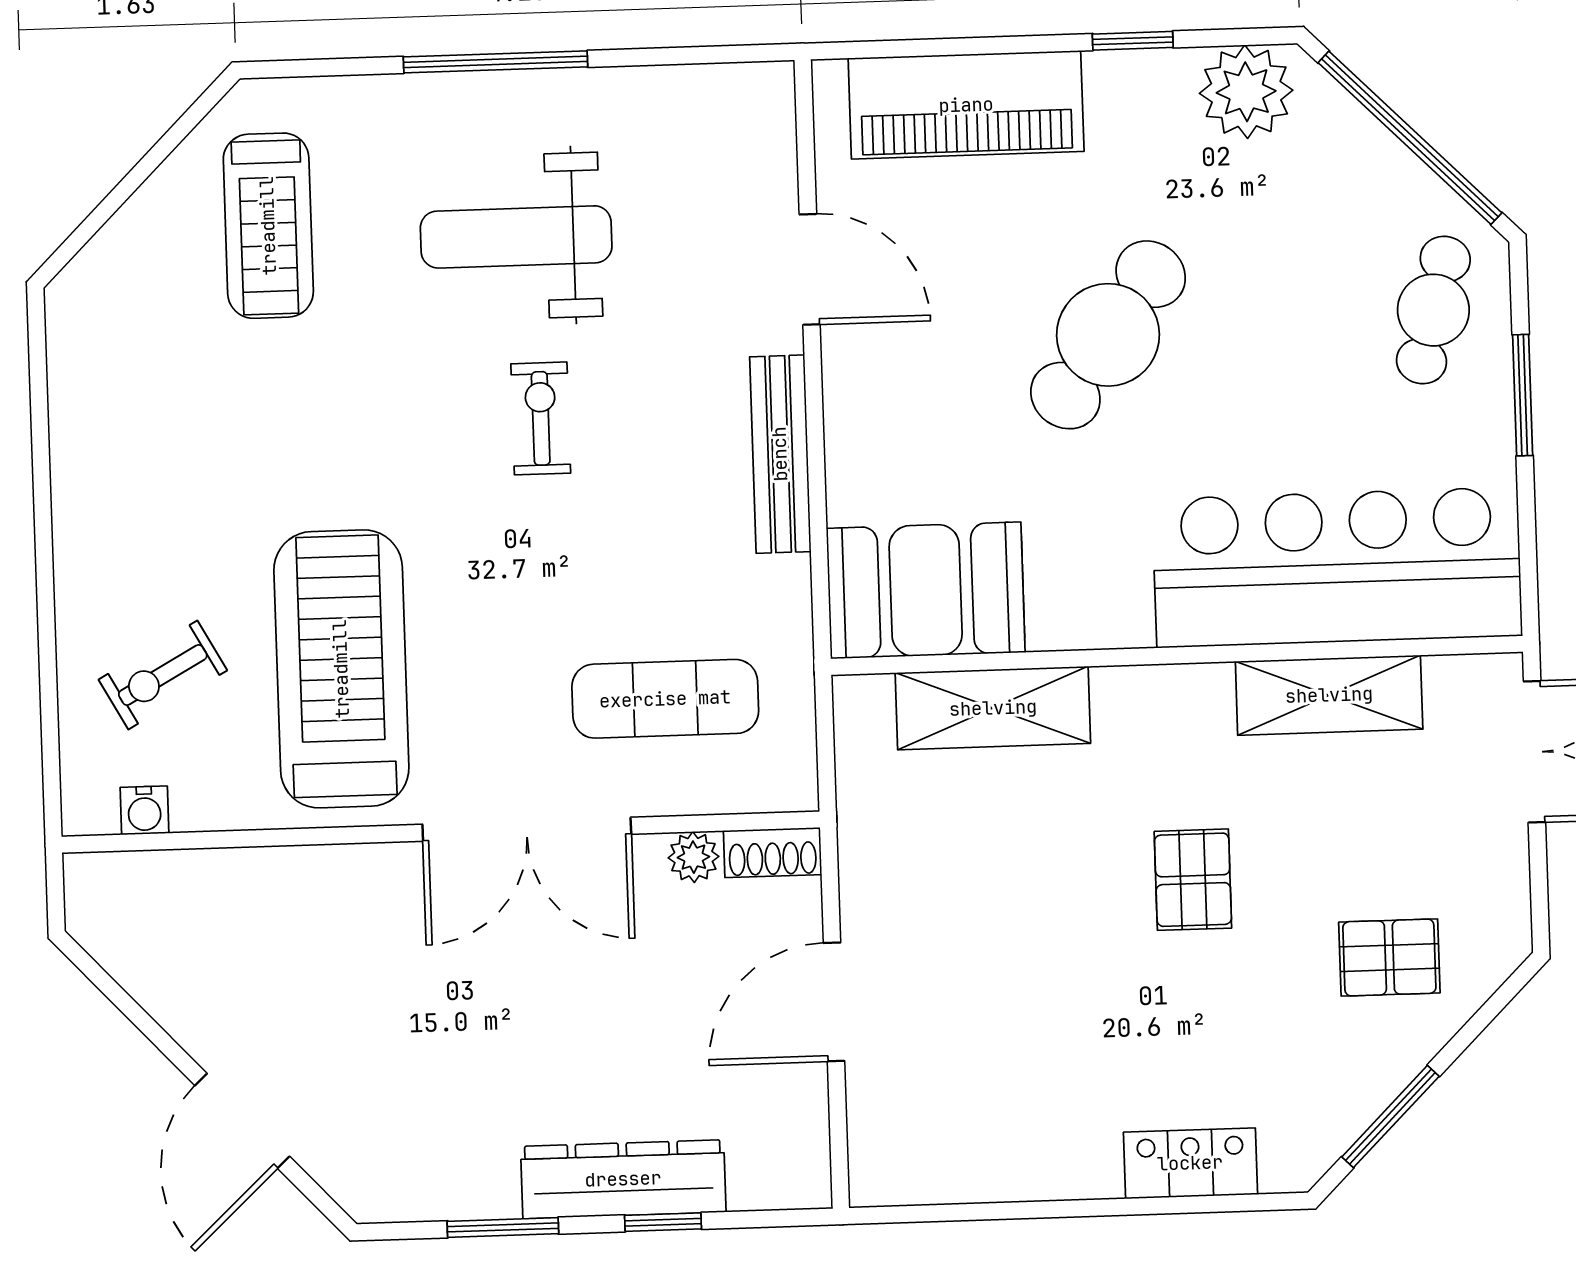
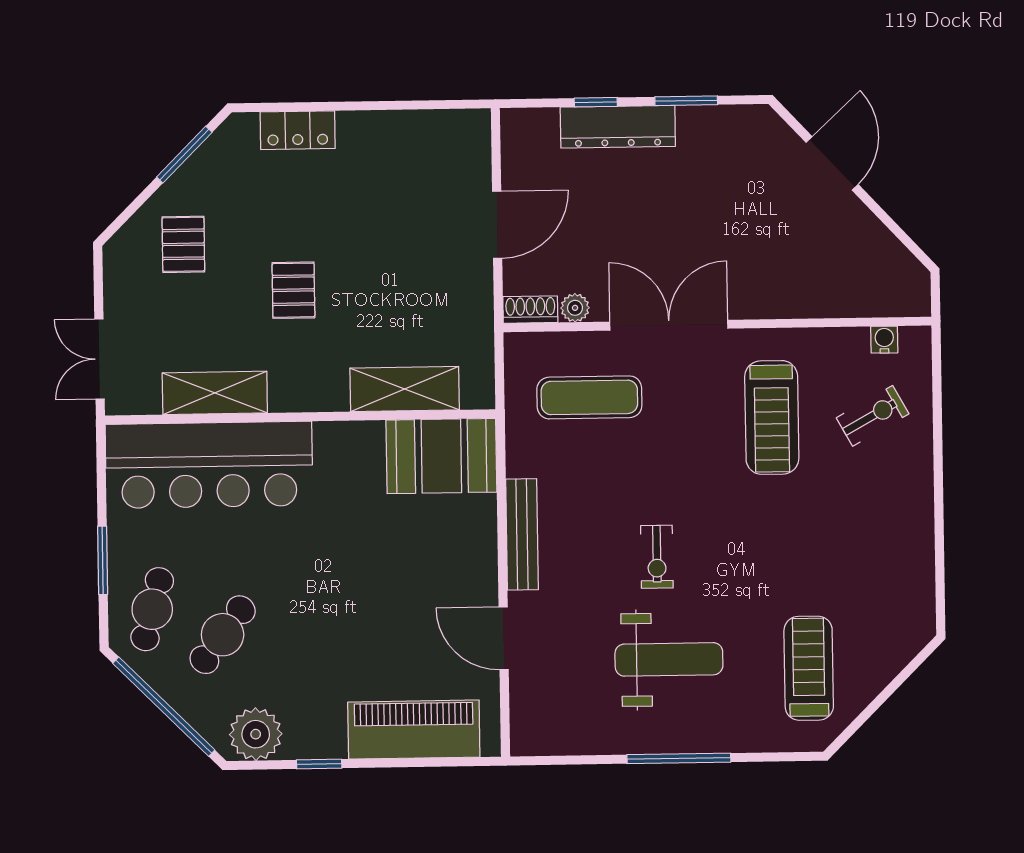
cafe table: (1108, 335) -> (223, 635), moved, width x0.73, depth x0.74
treadmill: (341, 669) -> (772, 417), width x0.73, depth x0.73
pallet: (1389, 958) -> (183, 244), turned 90

